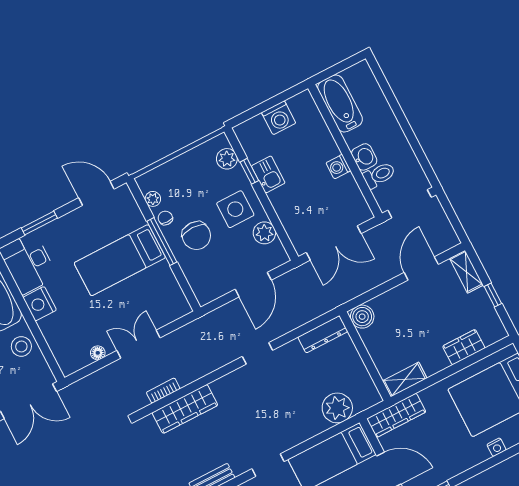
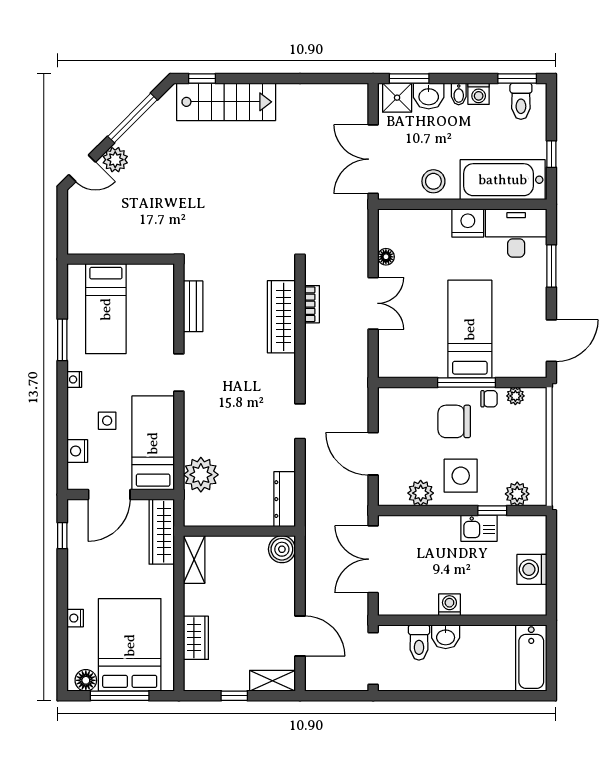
bathtub: (340, 103) -> (531, 658), moved, turned 90

